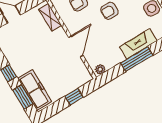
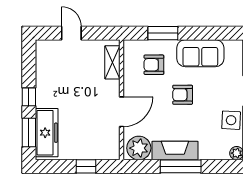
fireplace: (138, 44) -> (175, 151), moved
plant: (100, 69) -> (139, 148), width x1.88, depth x1.88

